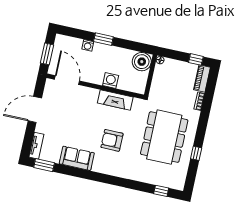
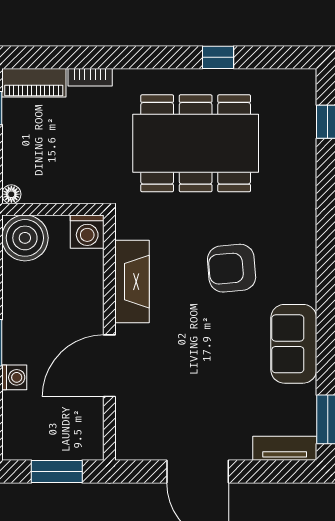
door: (67, 80) -> (109, 366), moved
washing machine: (111, 81) -> (87, 232), moved, turned -90
armchair: (112, 140) -> (232, 268), turned 85

